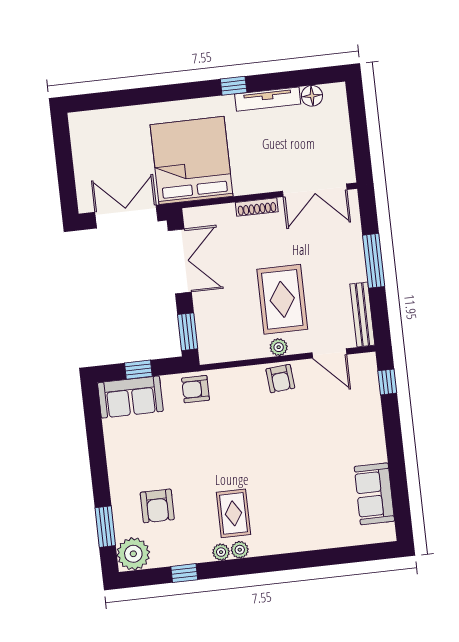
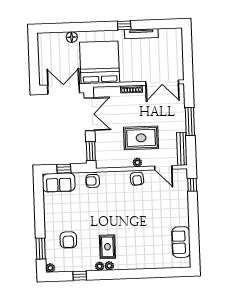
floor lamp: (312, 96) -> (72, 37), moved
rug: (282, 299) -> (141, 138), turned 90
plant: (133, 554) -> (50, 268), width x0.53, depth x0.53

